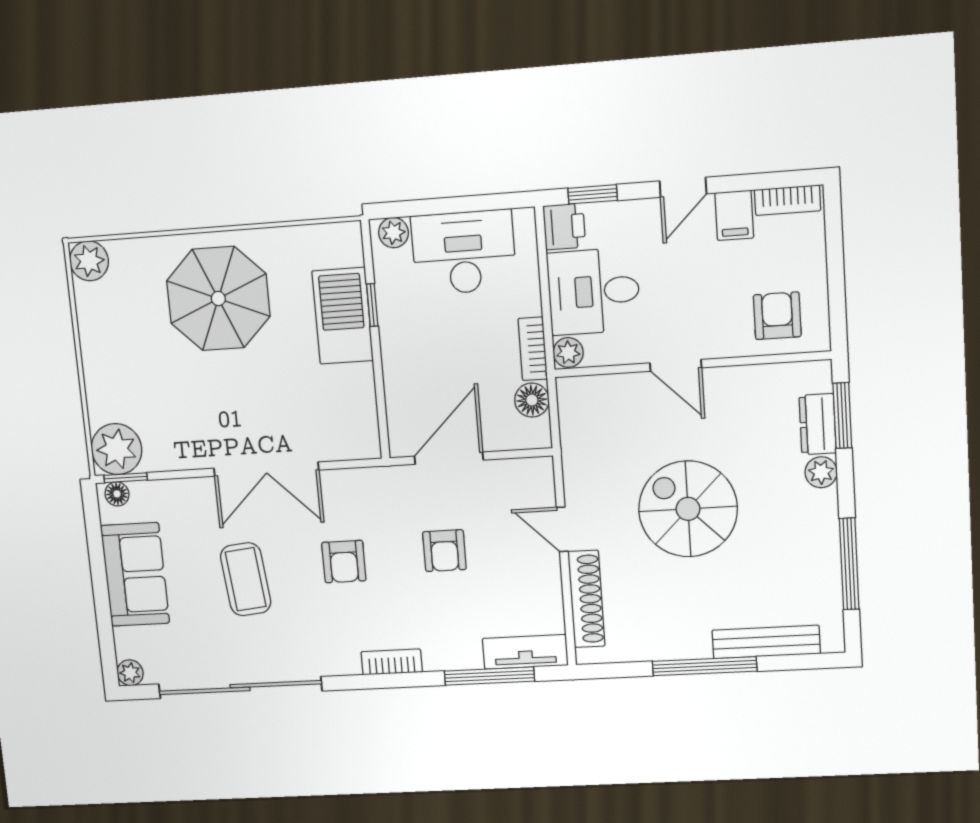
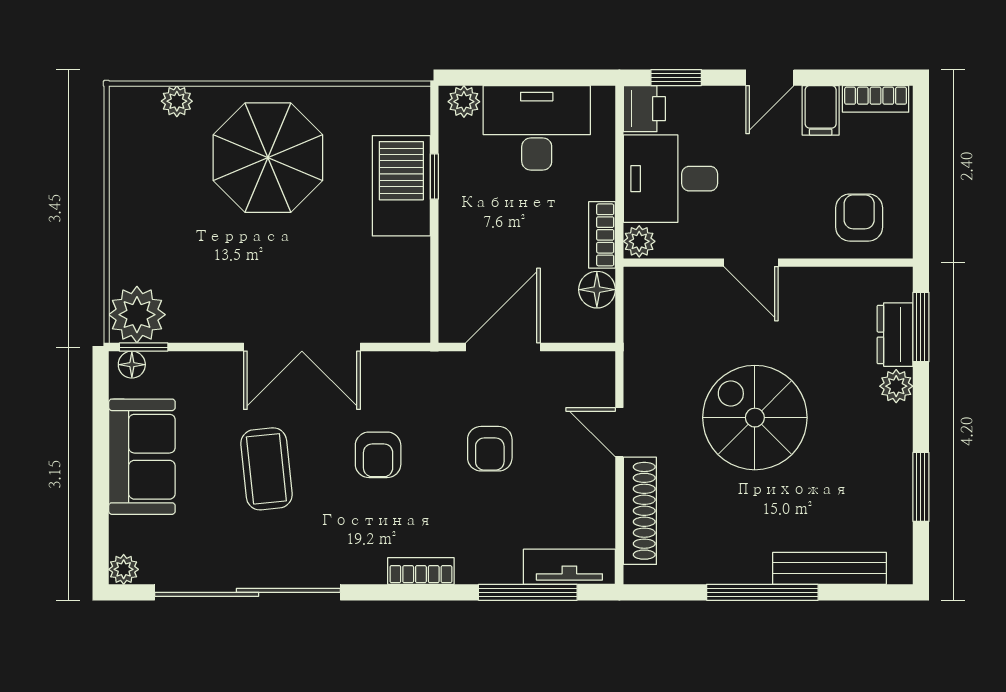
plant: (89, 261) -> (177, 101), moved, width x0.73, depth x0.73
window: (849, 564) -> (921, 487), width x0.69

